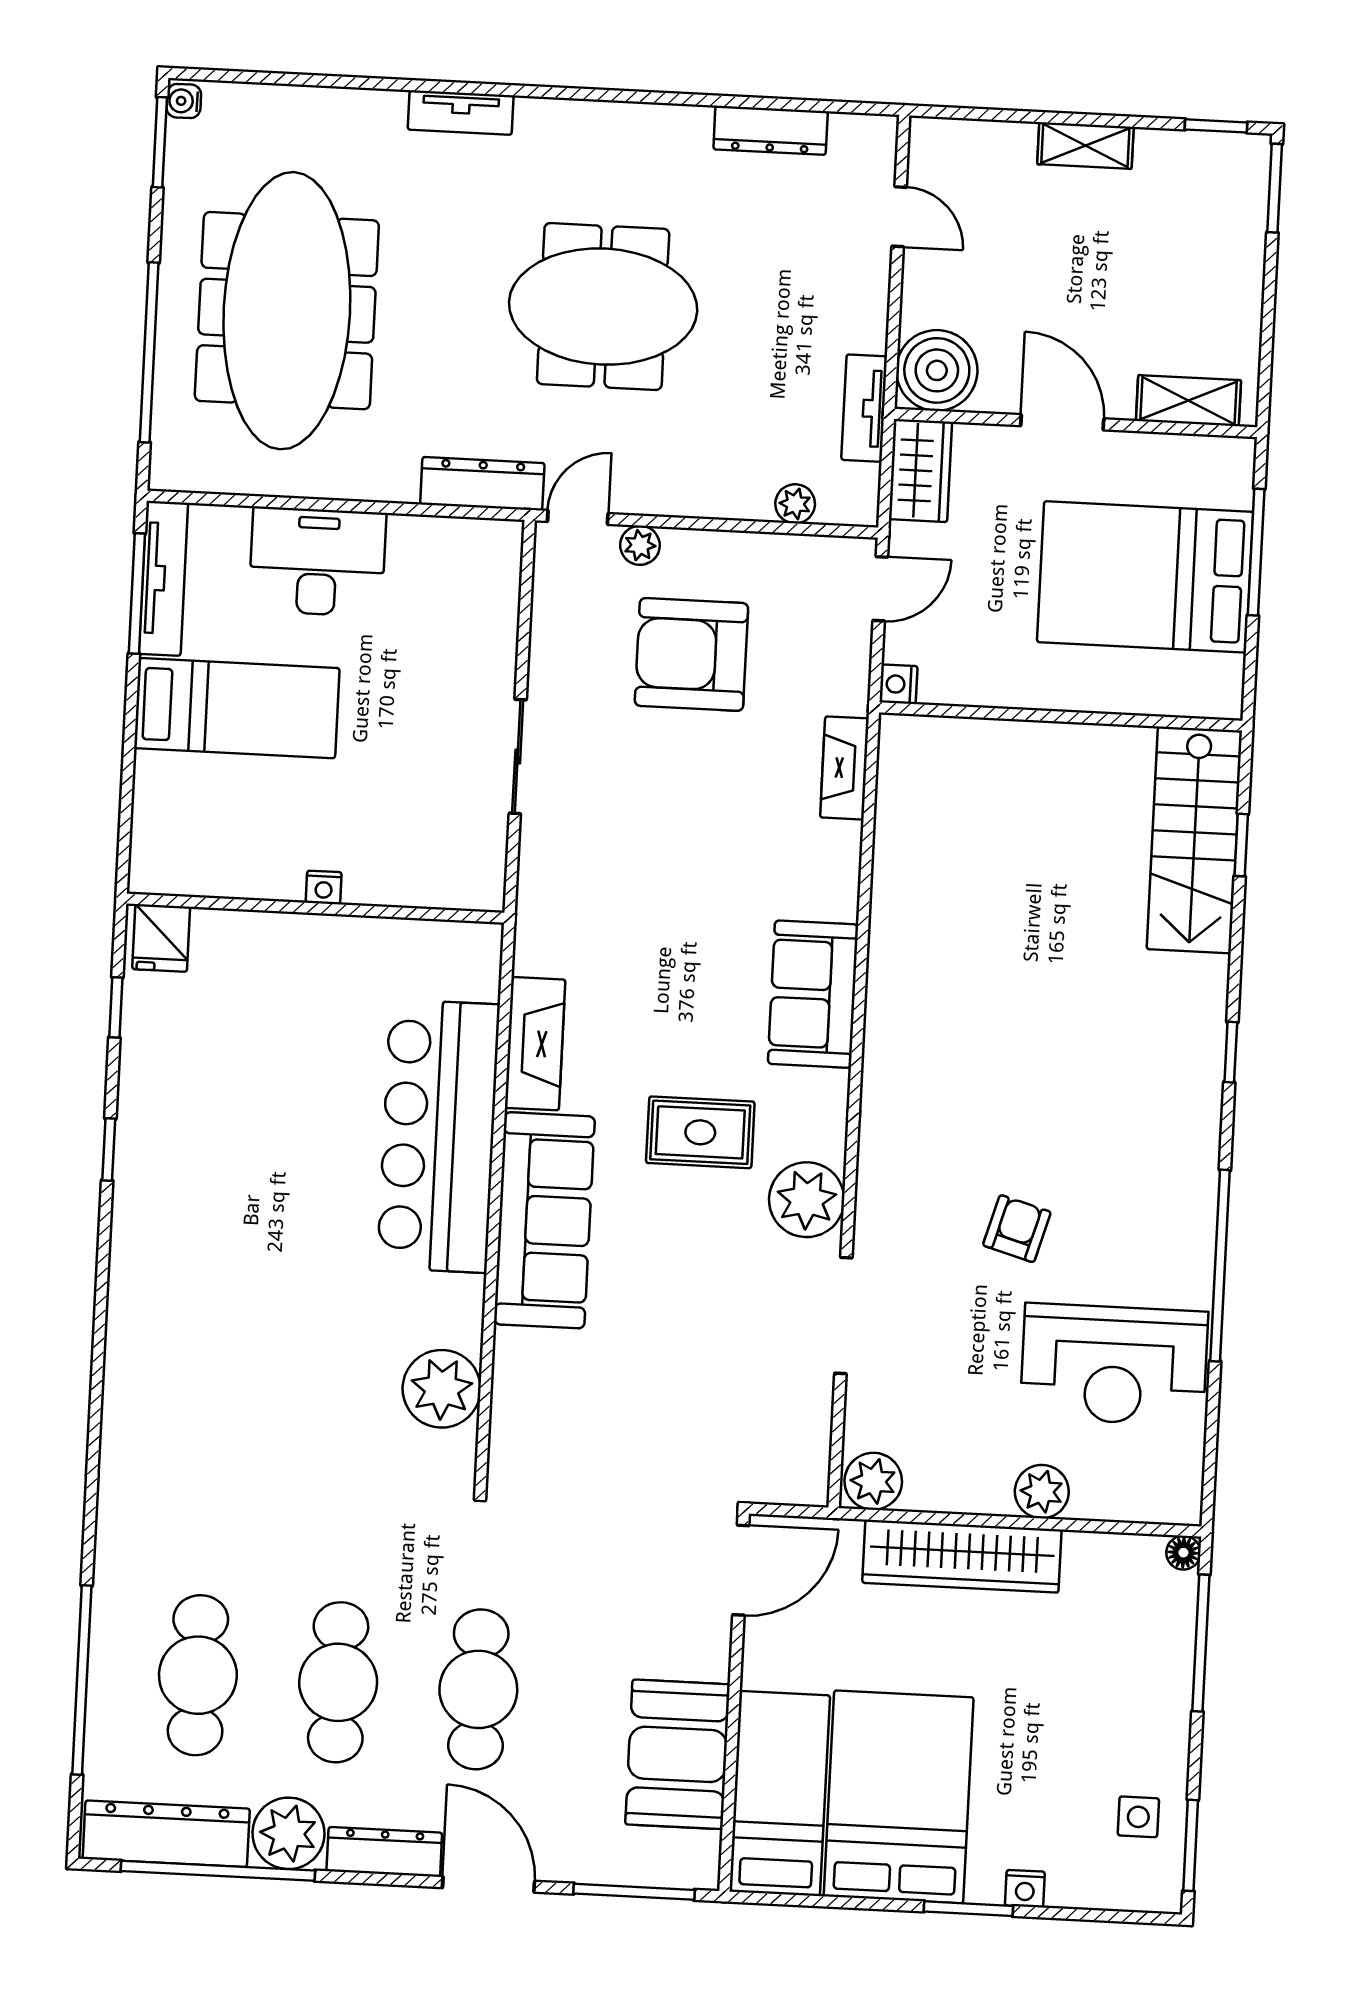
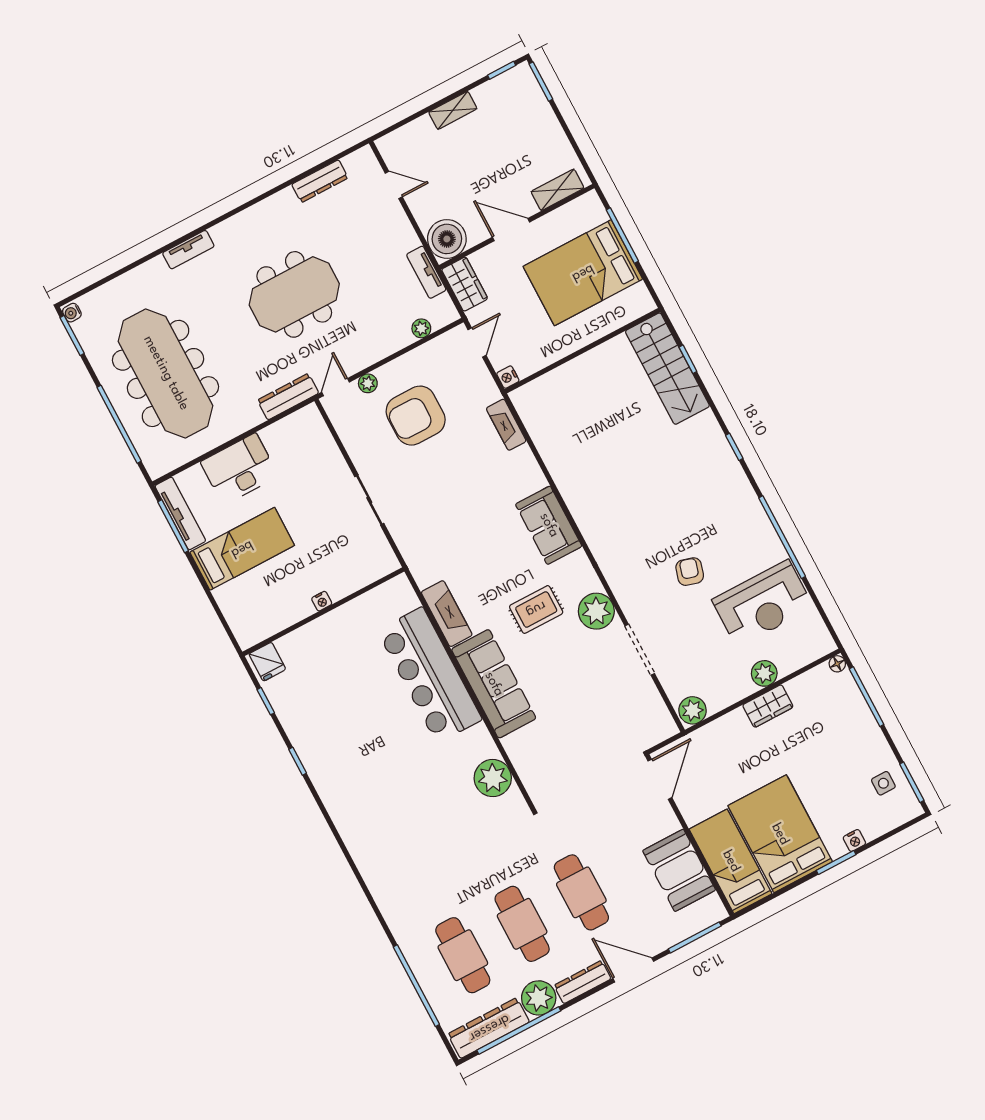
wardrobe: (962, 1556) -> (768, 706), width x0.48, depth x0.85

